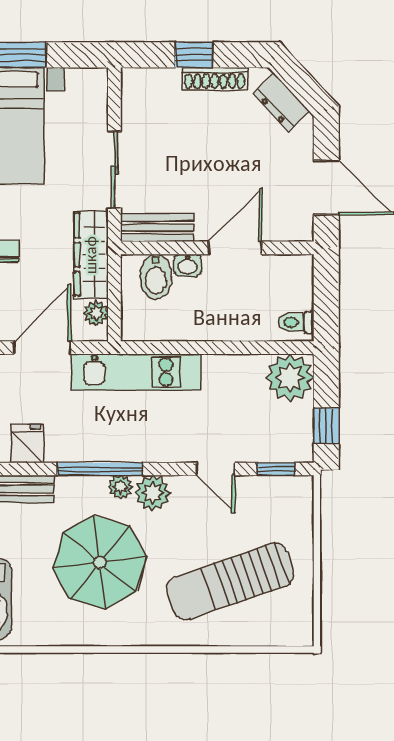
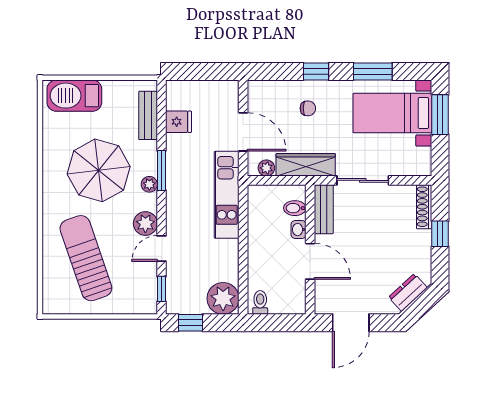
shoe rack: (215, 78) -> (424, 207), moved
bidet: (156, 277) -> (295, 208), width x0.72, depth x0.74
window: (100, 469) -> (162, 170), width x0.69
plant: (153, 493) -> (145, 223), moved

